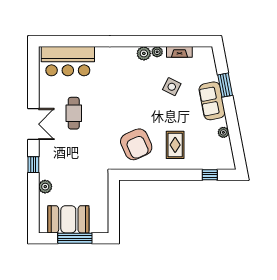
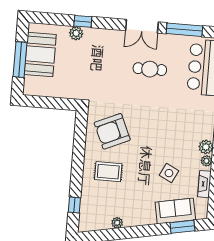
window: (33, 83) -> (184, 30), added
window: (225, 85) -> (182, 227), moved
sofa: (212, 101) -> (175, 211), moved
window: (33, 165) -> (83, 21), moved

